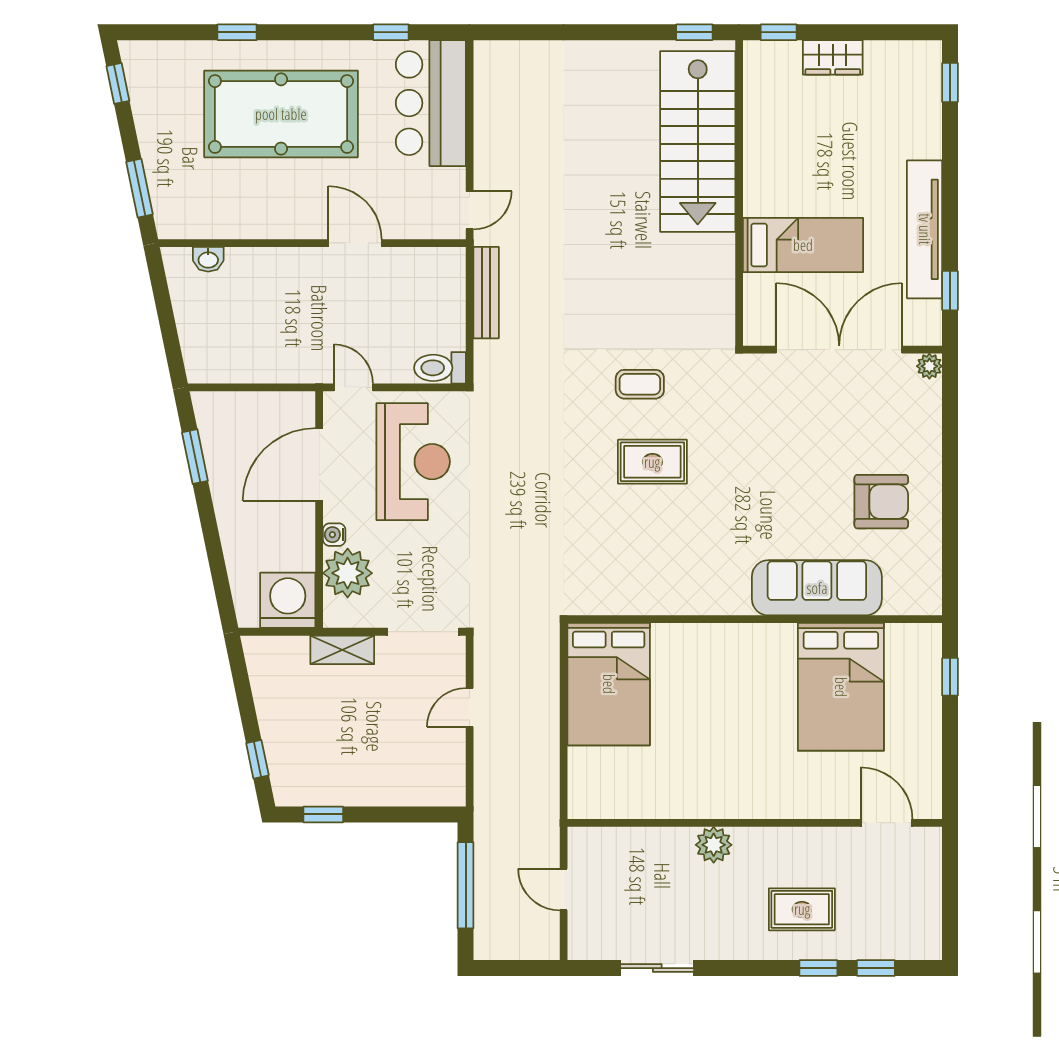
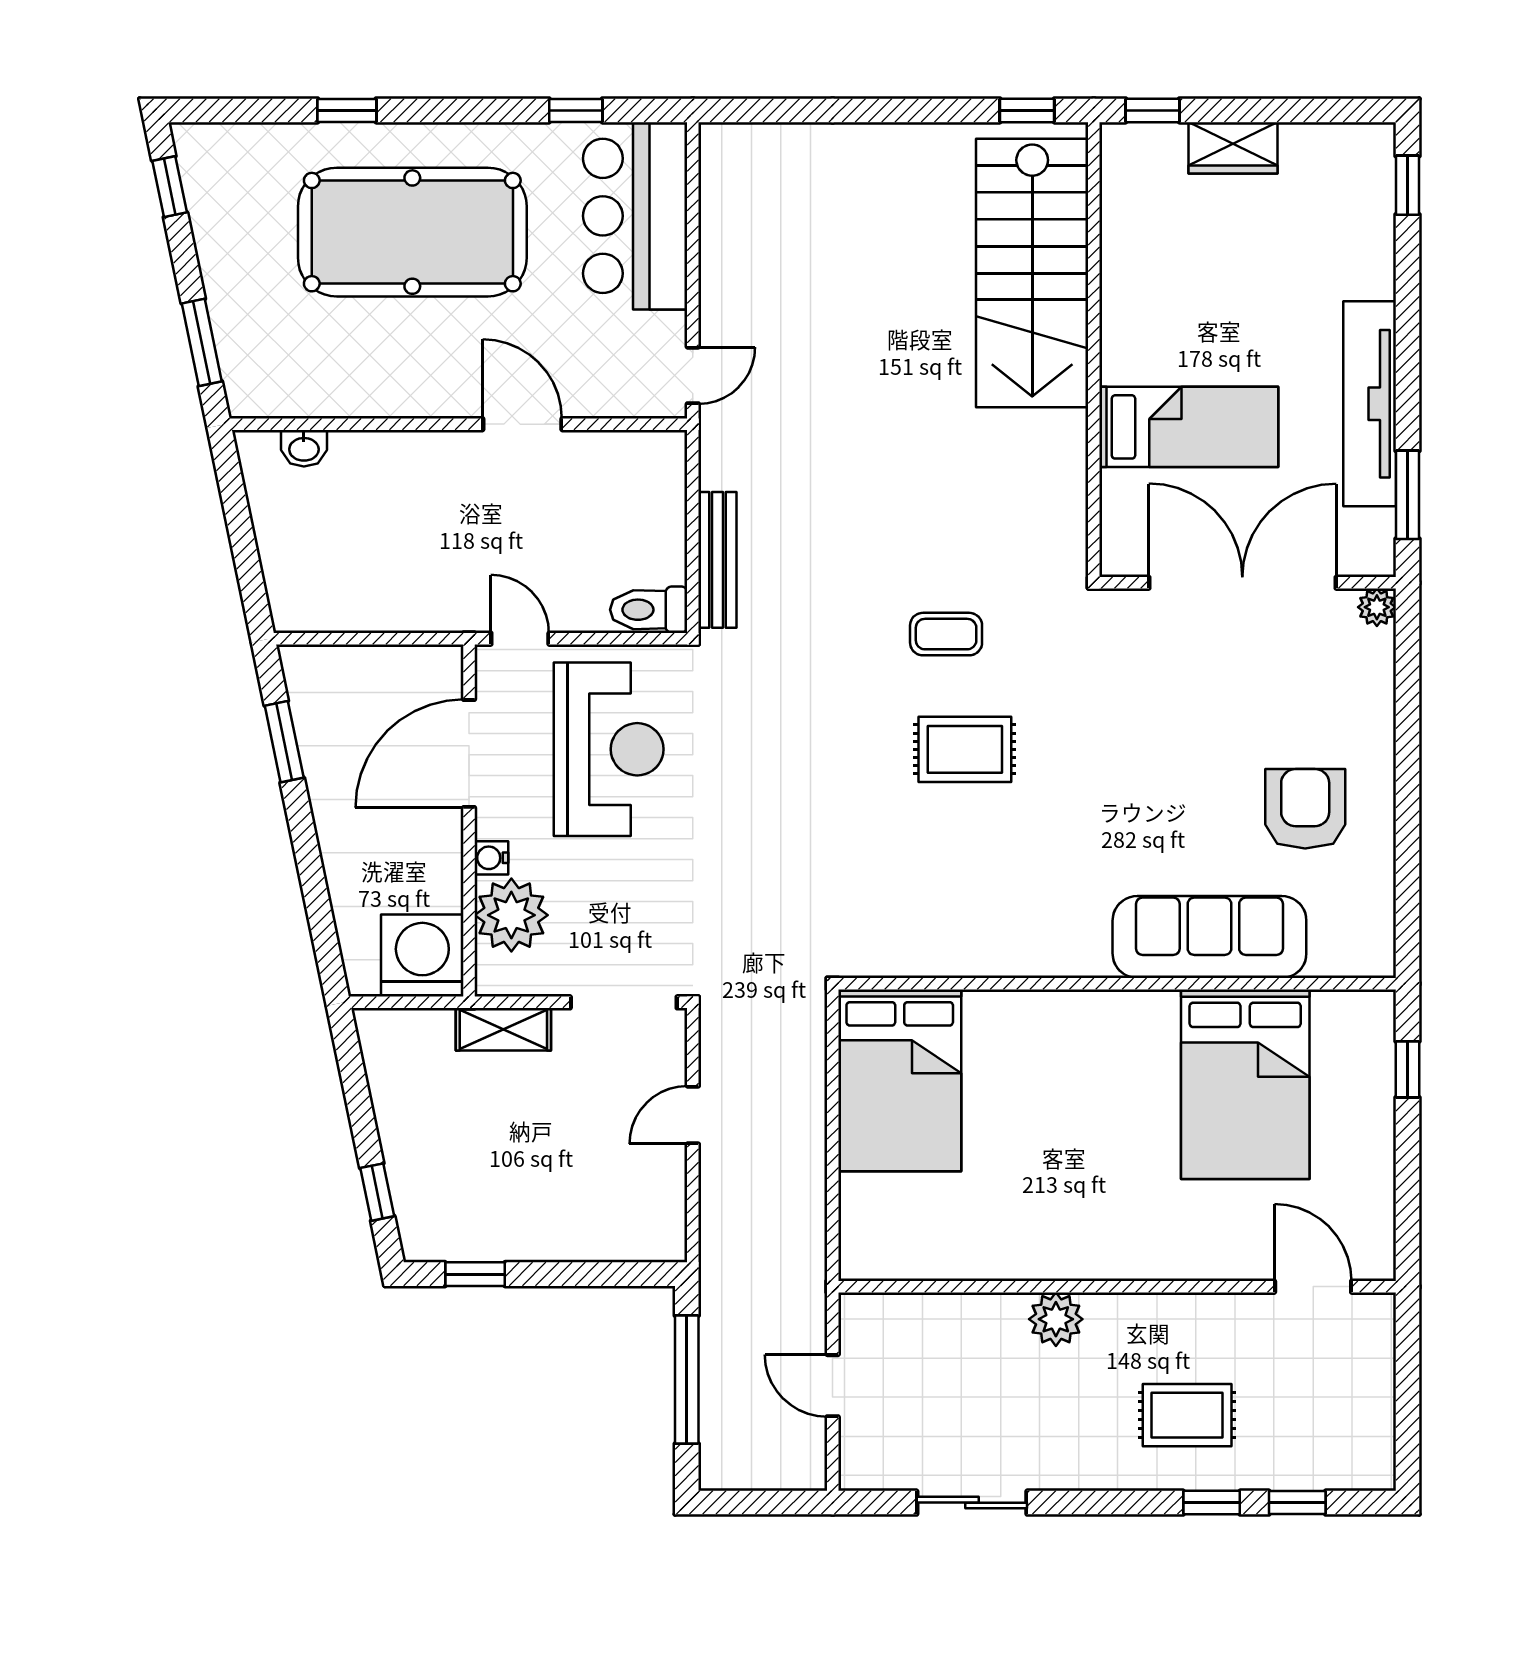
window: (950, 291) -> (1408, 495), width x1.50
bench: (486, 293) -> (717, 560), moved
armchair: (881, 502) -> (1305, 809), turned -90

